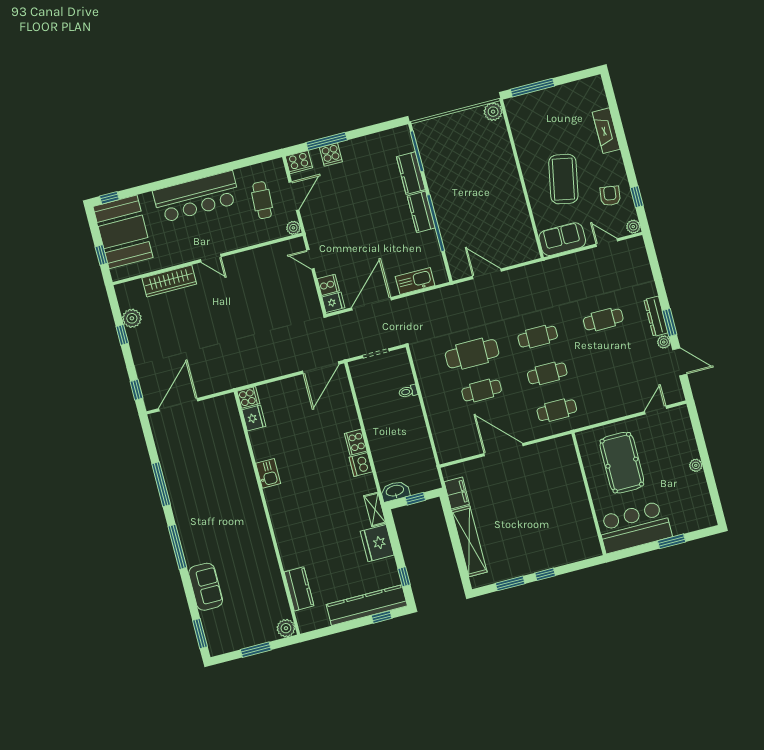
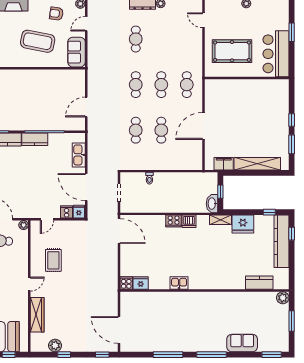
rug: (254, 284) -> (53, 260), added
cafe table: (472, 354) -> (136, 130), width x0.73, depth x0.74

